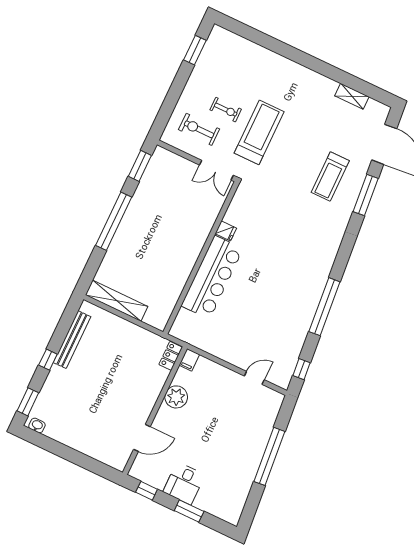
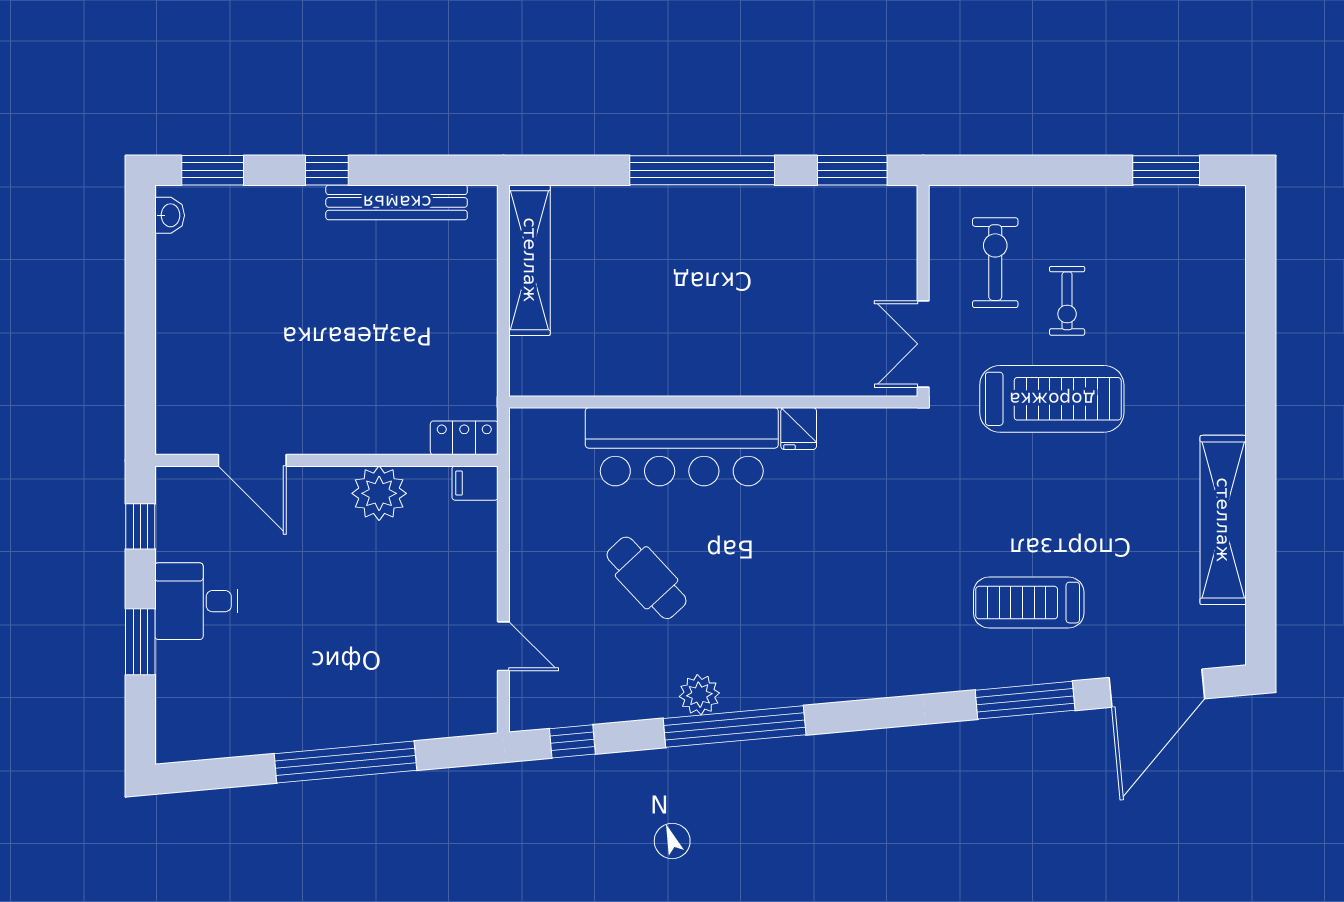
shelving: (352, 96) -> (1223, 520), width x2.20, depth x1.33
cafe table: (254, 313) -> (647, 578), added
plant: (307, 314) -> (699, 695), added

